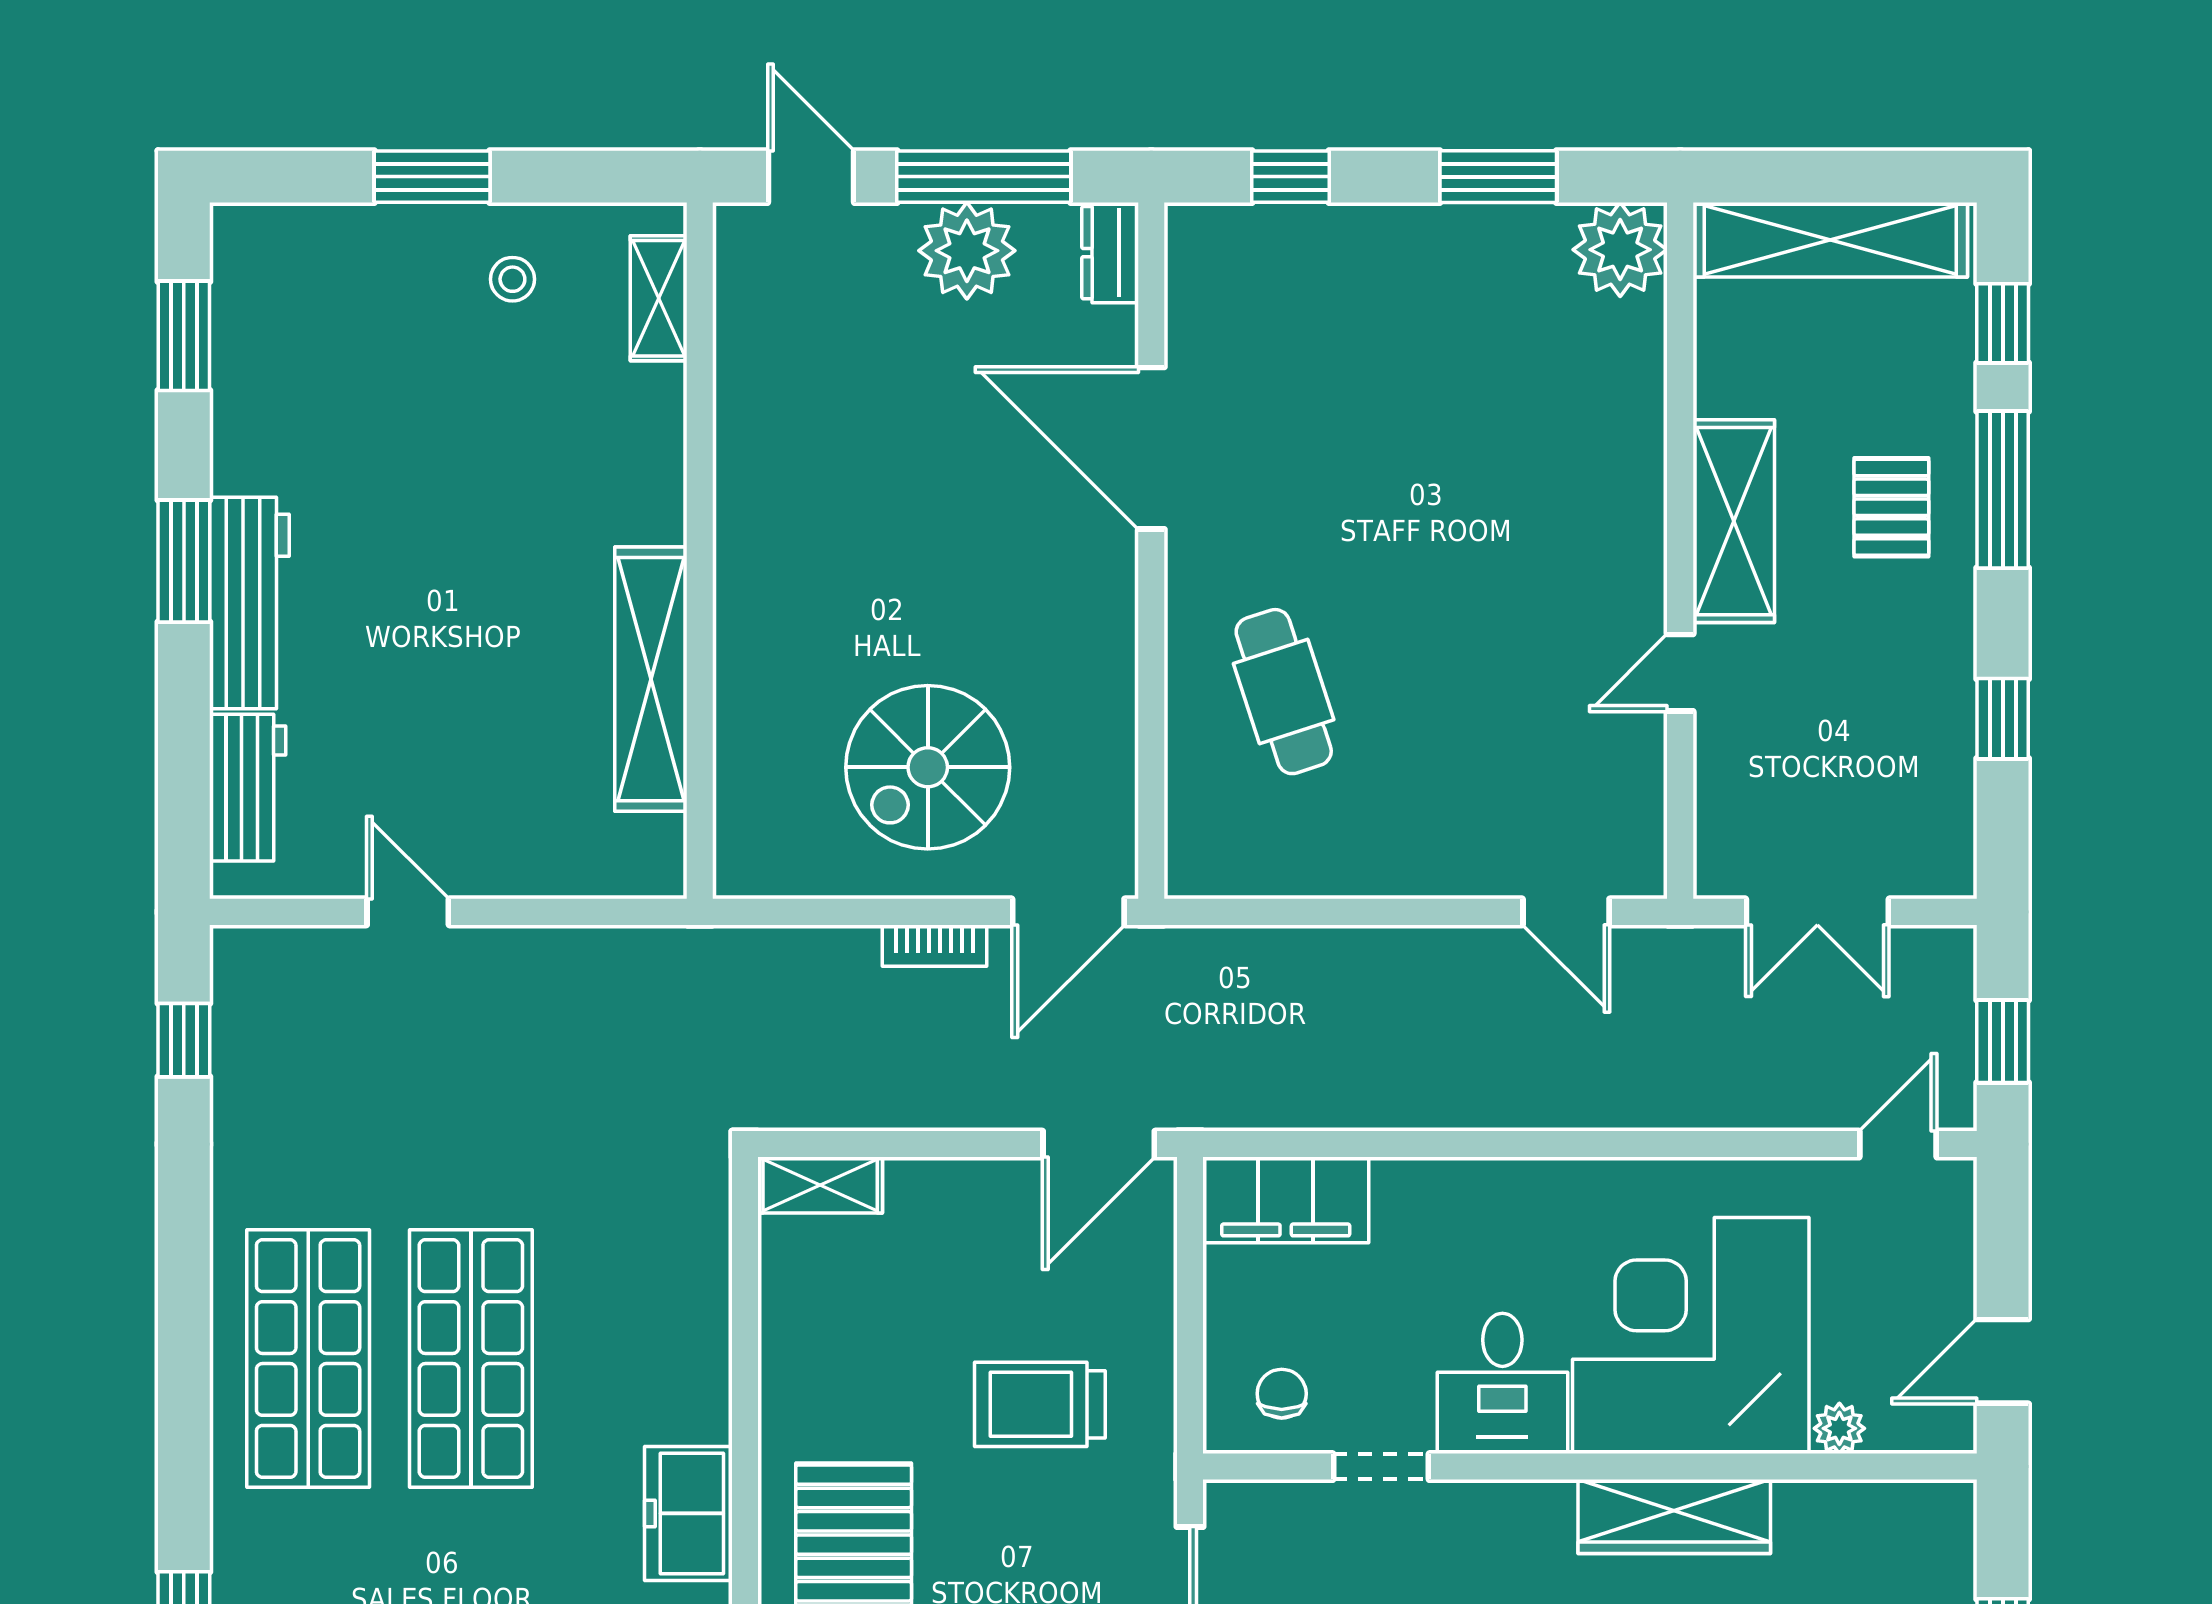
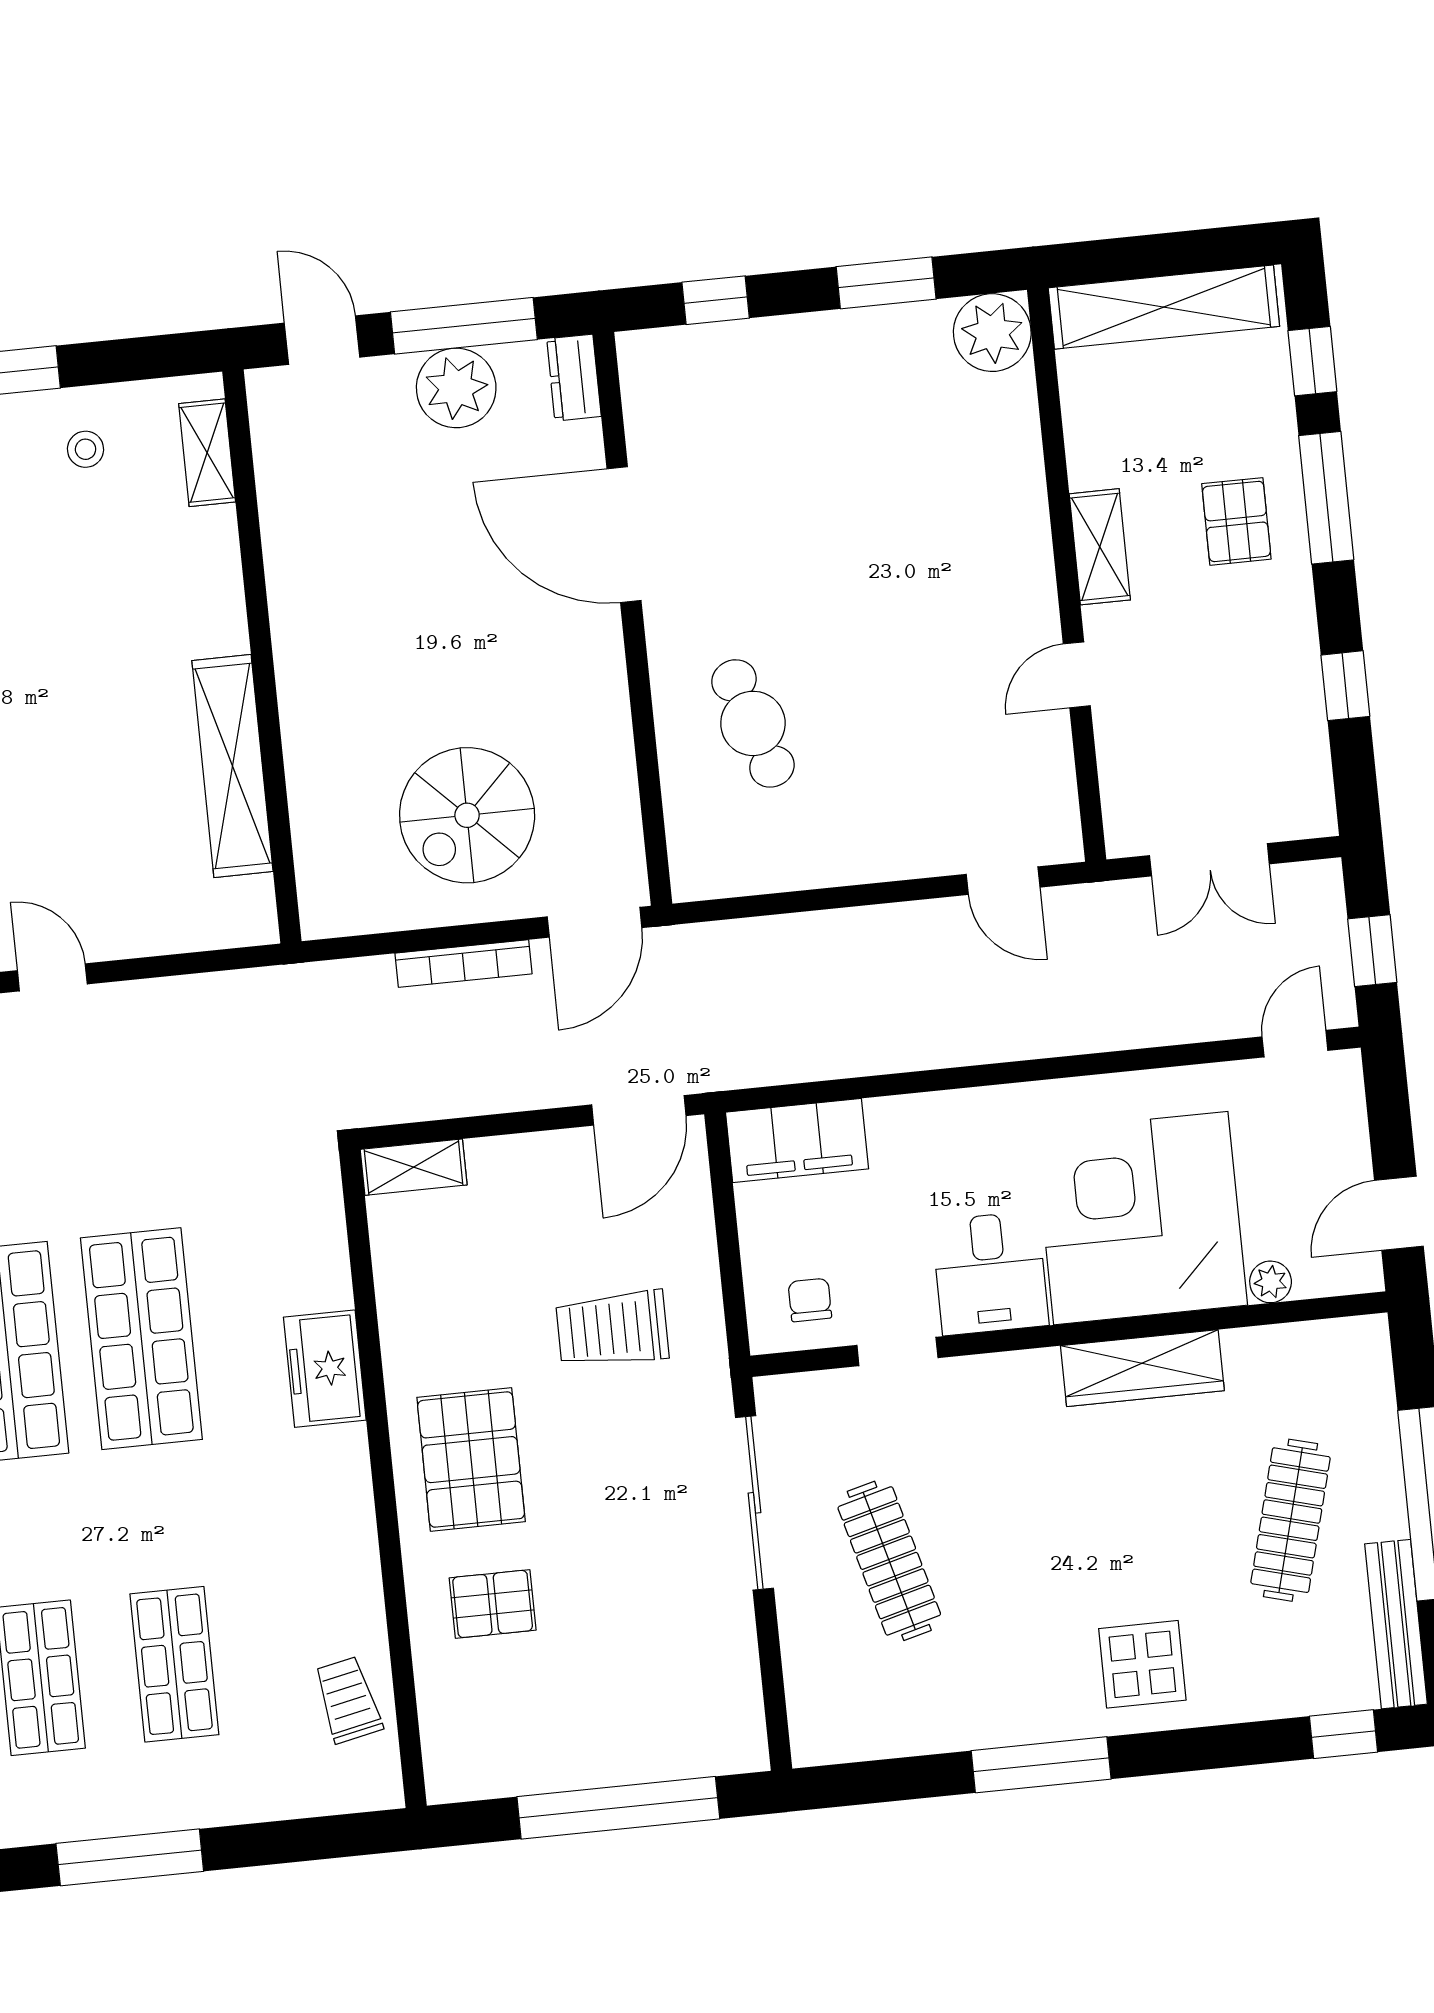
shelving: (1734, 521) -> (1100, 547), width x0.67, depth x0.75
bookcase: (935, 946) -> (463, 964), width x1.56
freezer: (688, 1513) -> (325, 1369), moved

